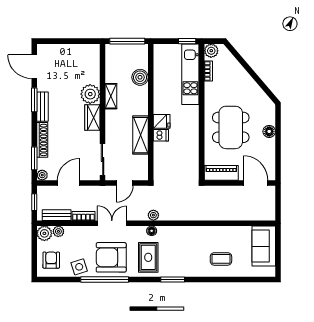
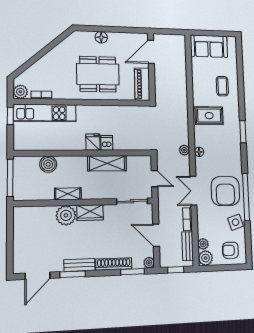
rug: (148, 257) -> (209, 116), moved

